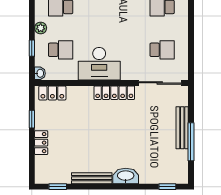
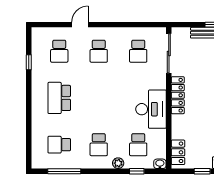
school desk: (61, 50) -> (138, 145), turned 180
school desk: (162, 50) -> (138, 51), turned 180

